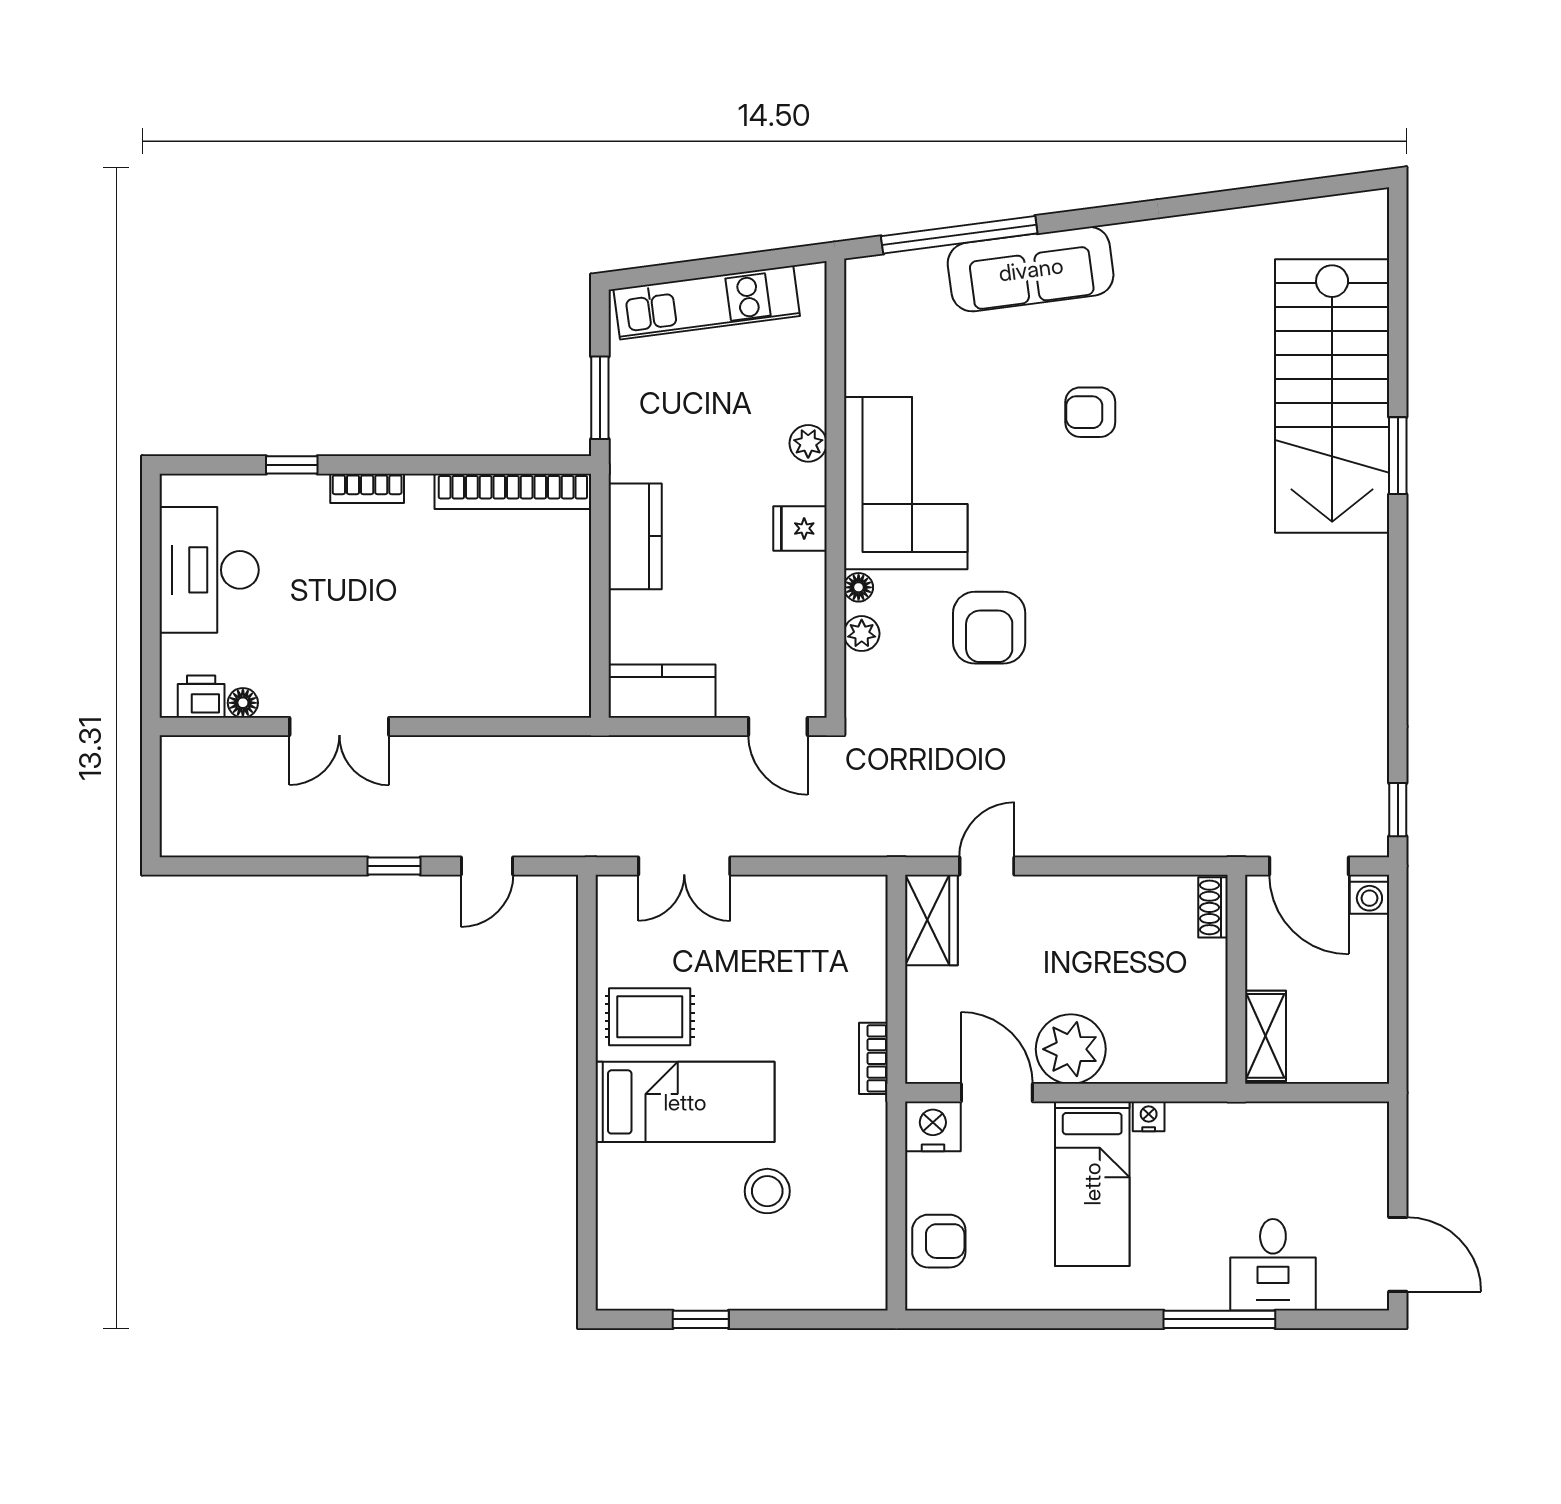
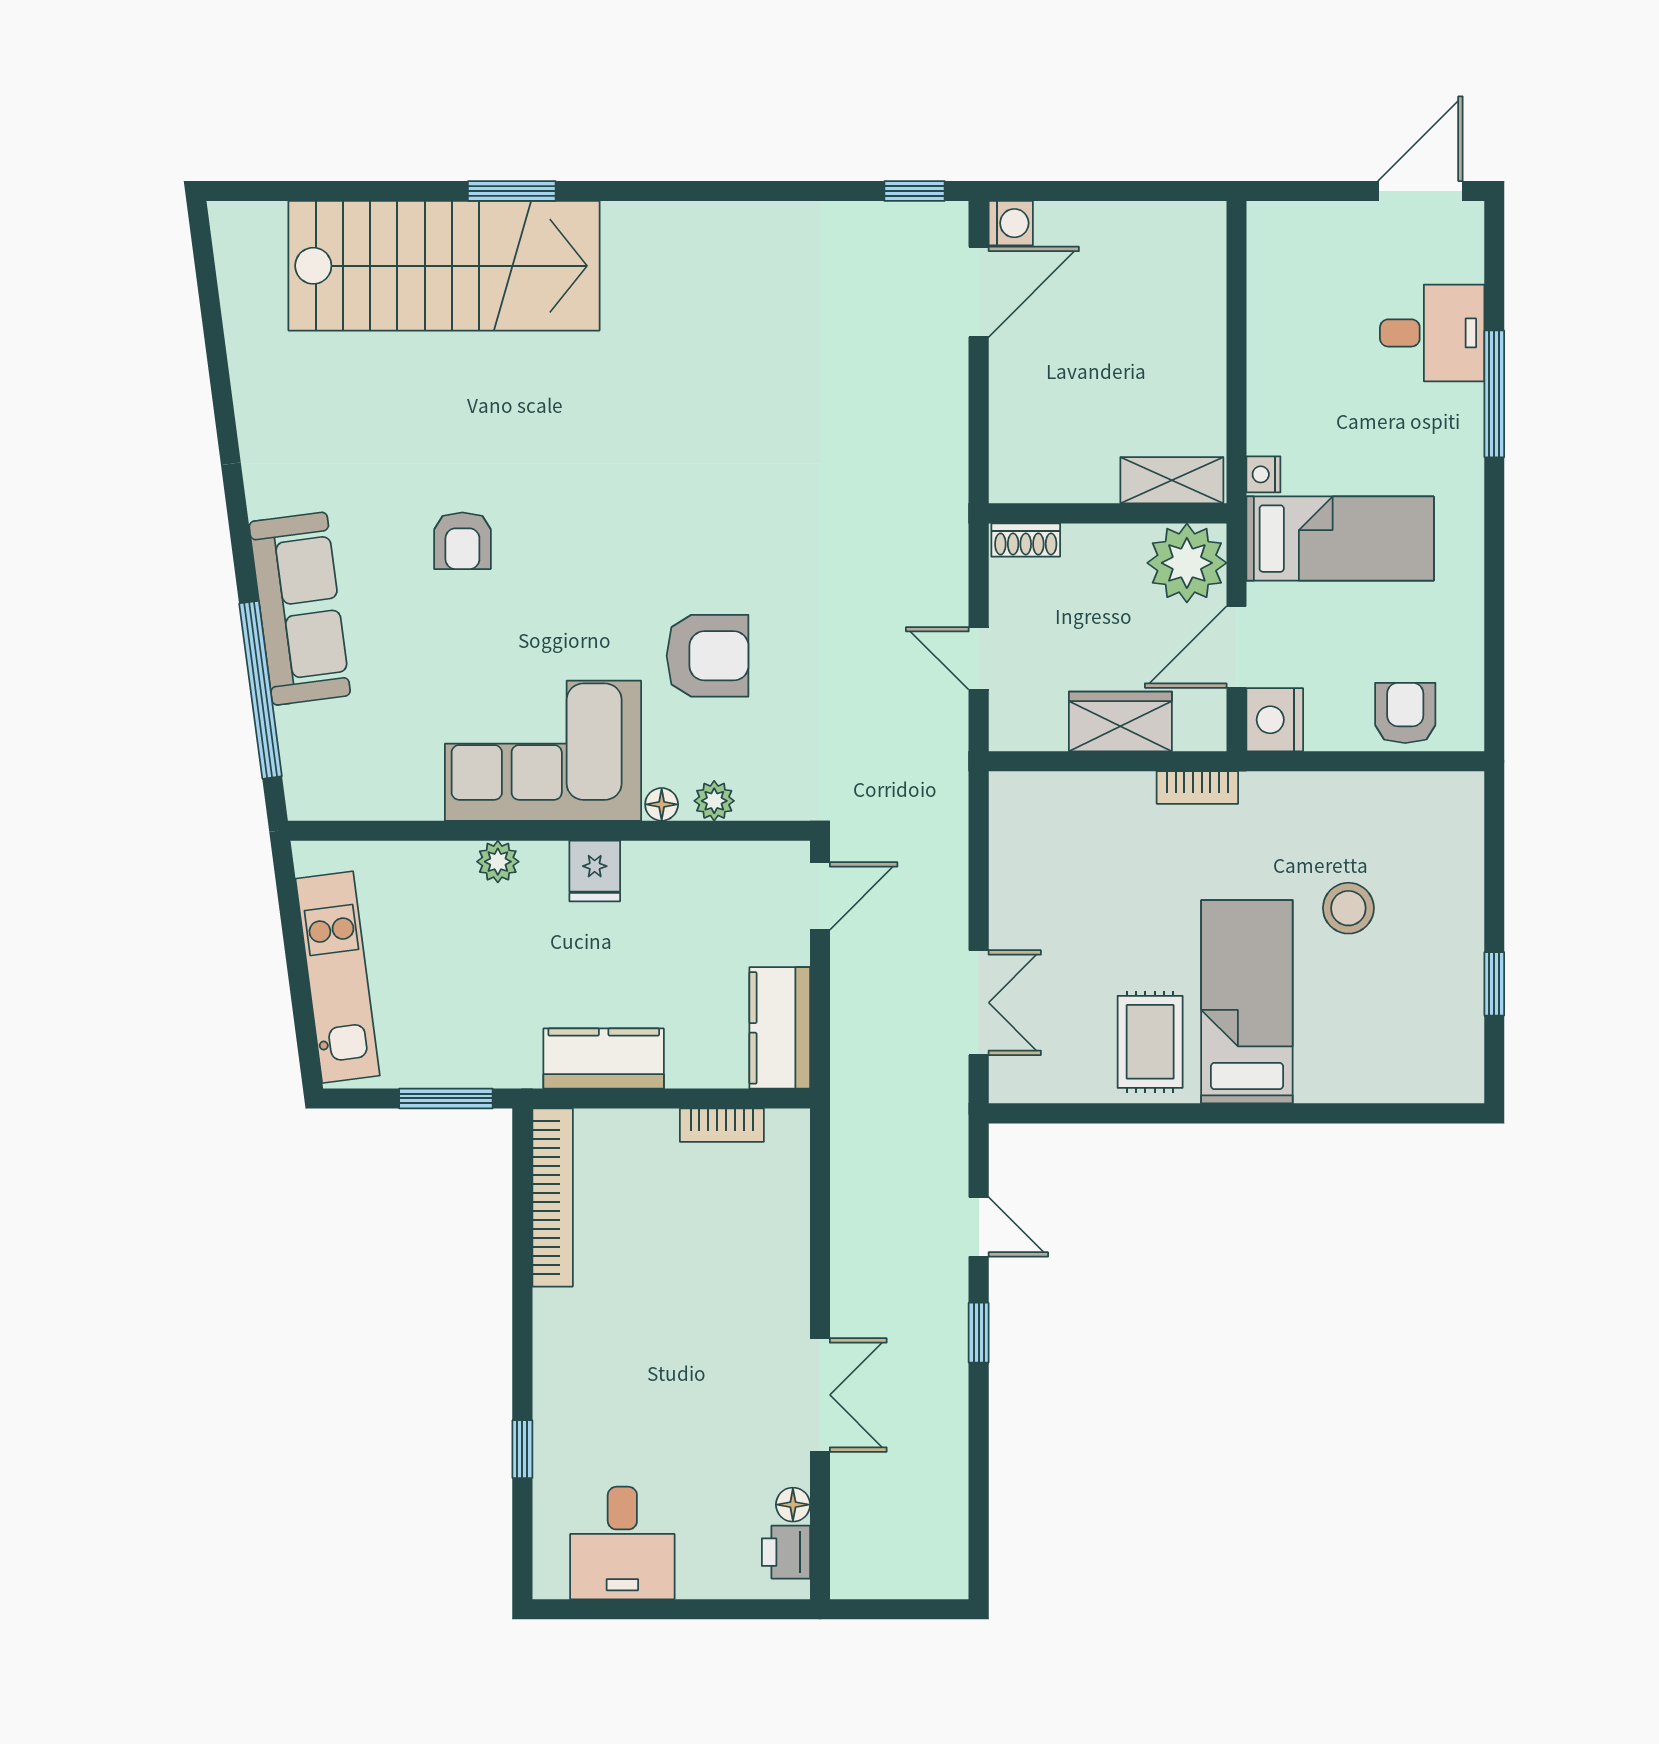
bookcase: (367, 488) -> (722, 1125), moved, turned 90
desk: (209, 570) -> (622, 1543), width x0.73
shoe rack: (1213, 907) -> (1026, 540), moved
wardrobe: (931, 920) -> (1120, 721), moved
wall: (1236, 979) -> (1108, 513), moved
shelving: (1266, 1036) -> (1172, 480), moved

